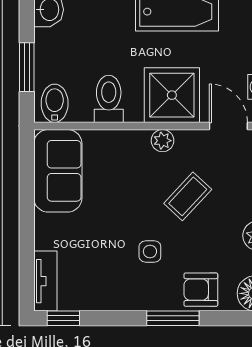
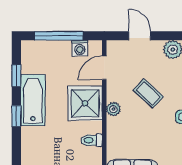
toilet: (109, 99) -> (91, 140), width x0.73, depth x0.72

